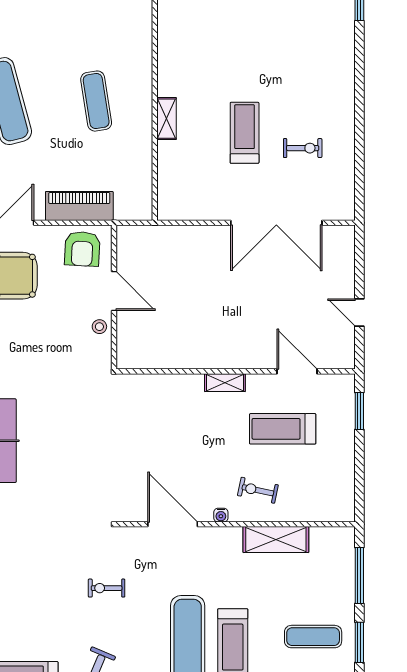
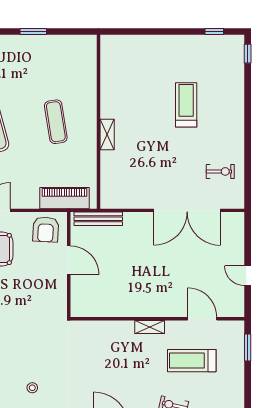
treadmill: (245, 133) -> (186, 105), moved
exercise bike: (303, 148) -> (220, 171), moved
piano: (79, 206) -> (64, 198), moved
bench: (154, 234) -> (98, 219), added
stool: (99, 327) -> (32, 388), moved

